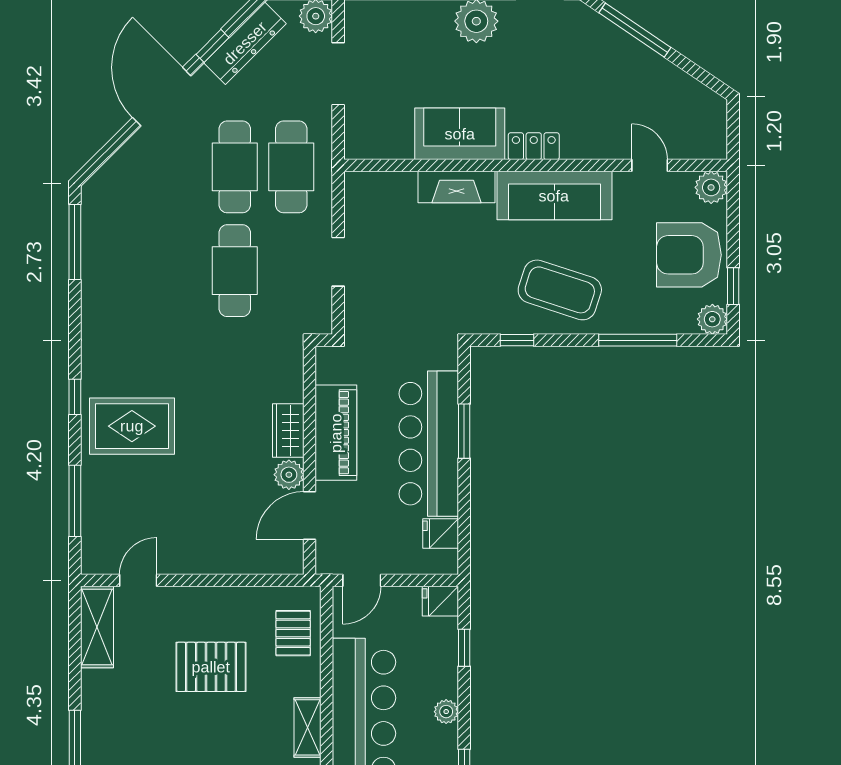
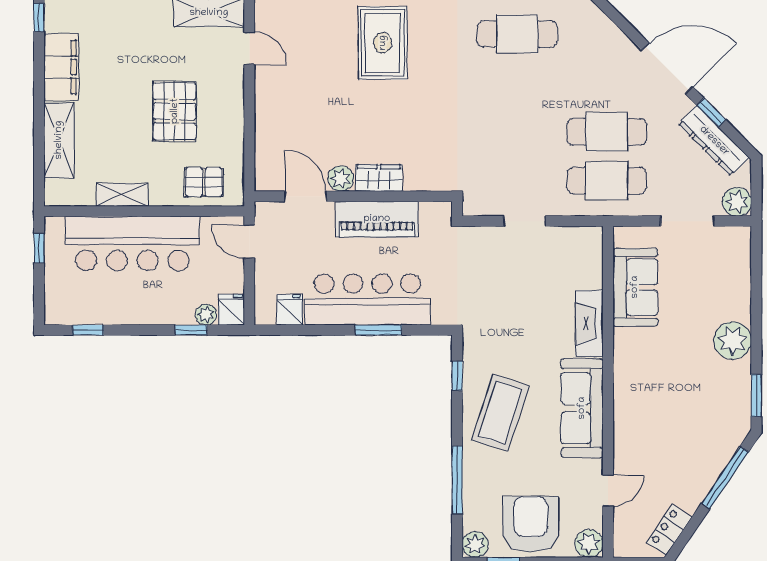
sofa: (460, 134) -> (635, 287), moved
locker: (534, 146) -> (669, 530), moved, turned -146
cafe table: (235, 271) -> (517, 34), moved
plant: (446, 712) -> (206, 315), moved

